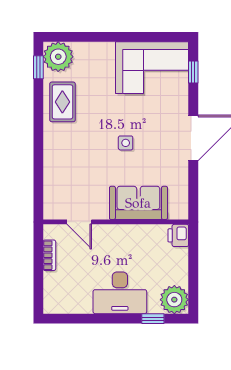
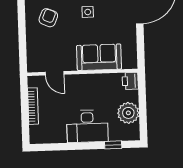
armchair: (74, 149) -> (48, 18), added
bookcase: (49, 255) -> (33, 106), width x1.56
plant: (174, 300) -> (128, 113), moved

